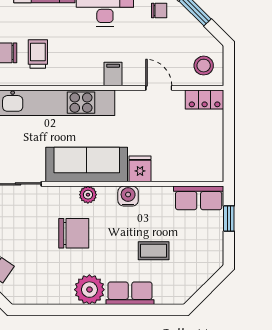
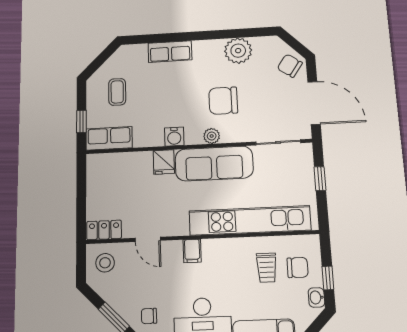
coffee table: (154, 251) -> (117, 92), moved, turned 90
plant: (89, 290) -> (238, 51), moved

